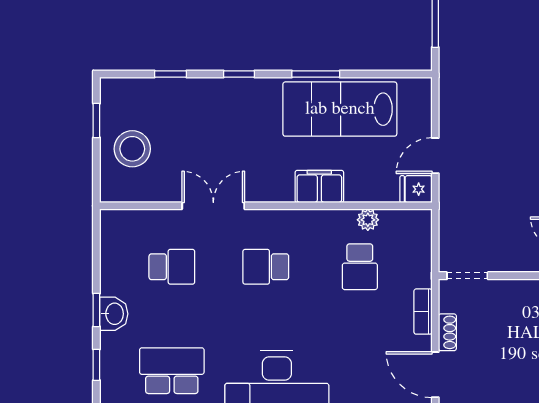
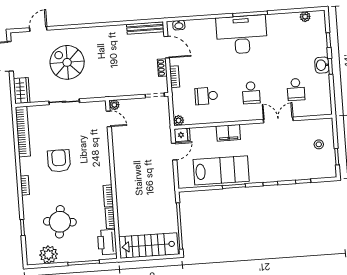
stool: (132, 149) -> (319, 144), width x0.53, depth x0.53
double door: (213, 206) -> (278, 120), swing flipped
plant: (368, 220) -> (179, 120), moved
school desk: (172, 267) -> (296, 90), turned -90
school desk: (266, 267) -> (251, 93), turned 90
school desk: (360, 267) -> (206, 96), turned -90
school desk: (172, 371) -> (292, 40), removed

